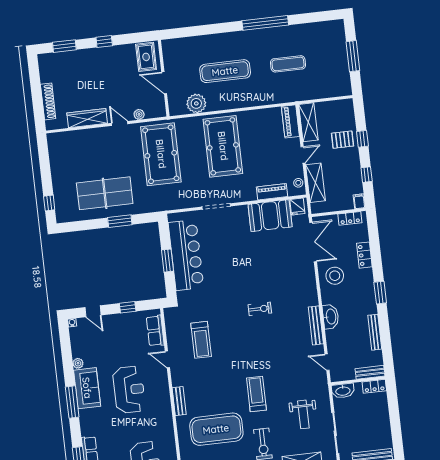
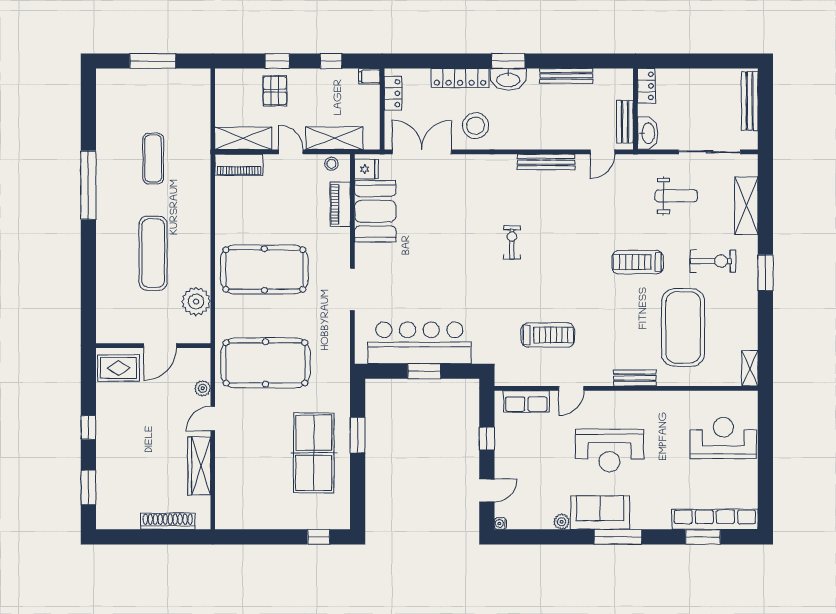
locker: (364, 255) -> (460, 78), width x1.53
washbasin: (331, 317) -> (508, 79), moved, turned 180
bench: (370, 372) -> (625, 122), moved
reception desk: (129, 390) -> (609, 451), turned 180

